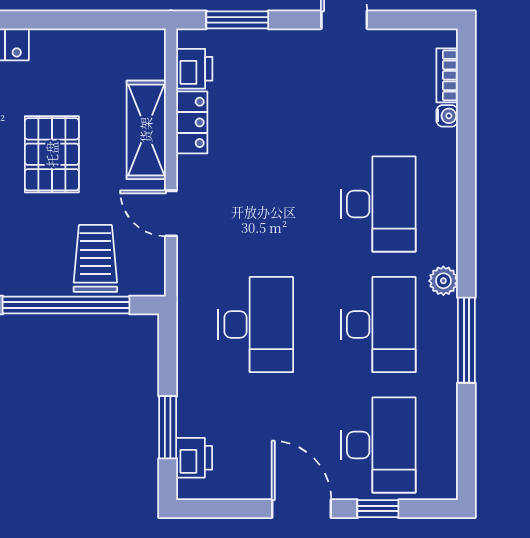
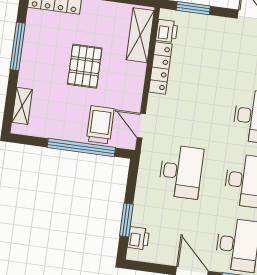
locker: (192, 122) -> (160, 68), width x1.53
shelving: (146, 130) -> (140, 35), moved
door: (171, 213) -> (141, 126), moved

